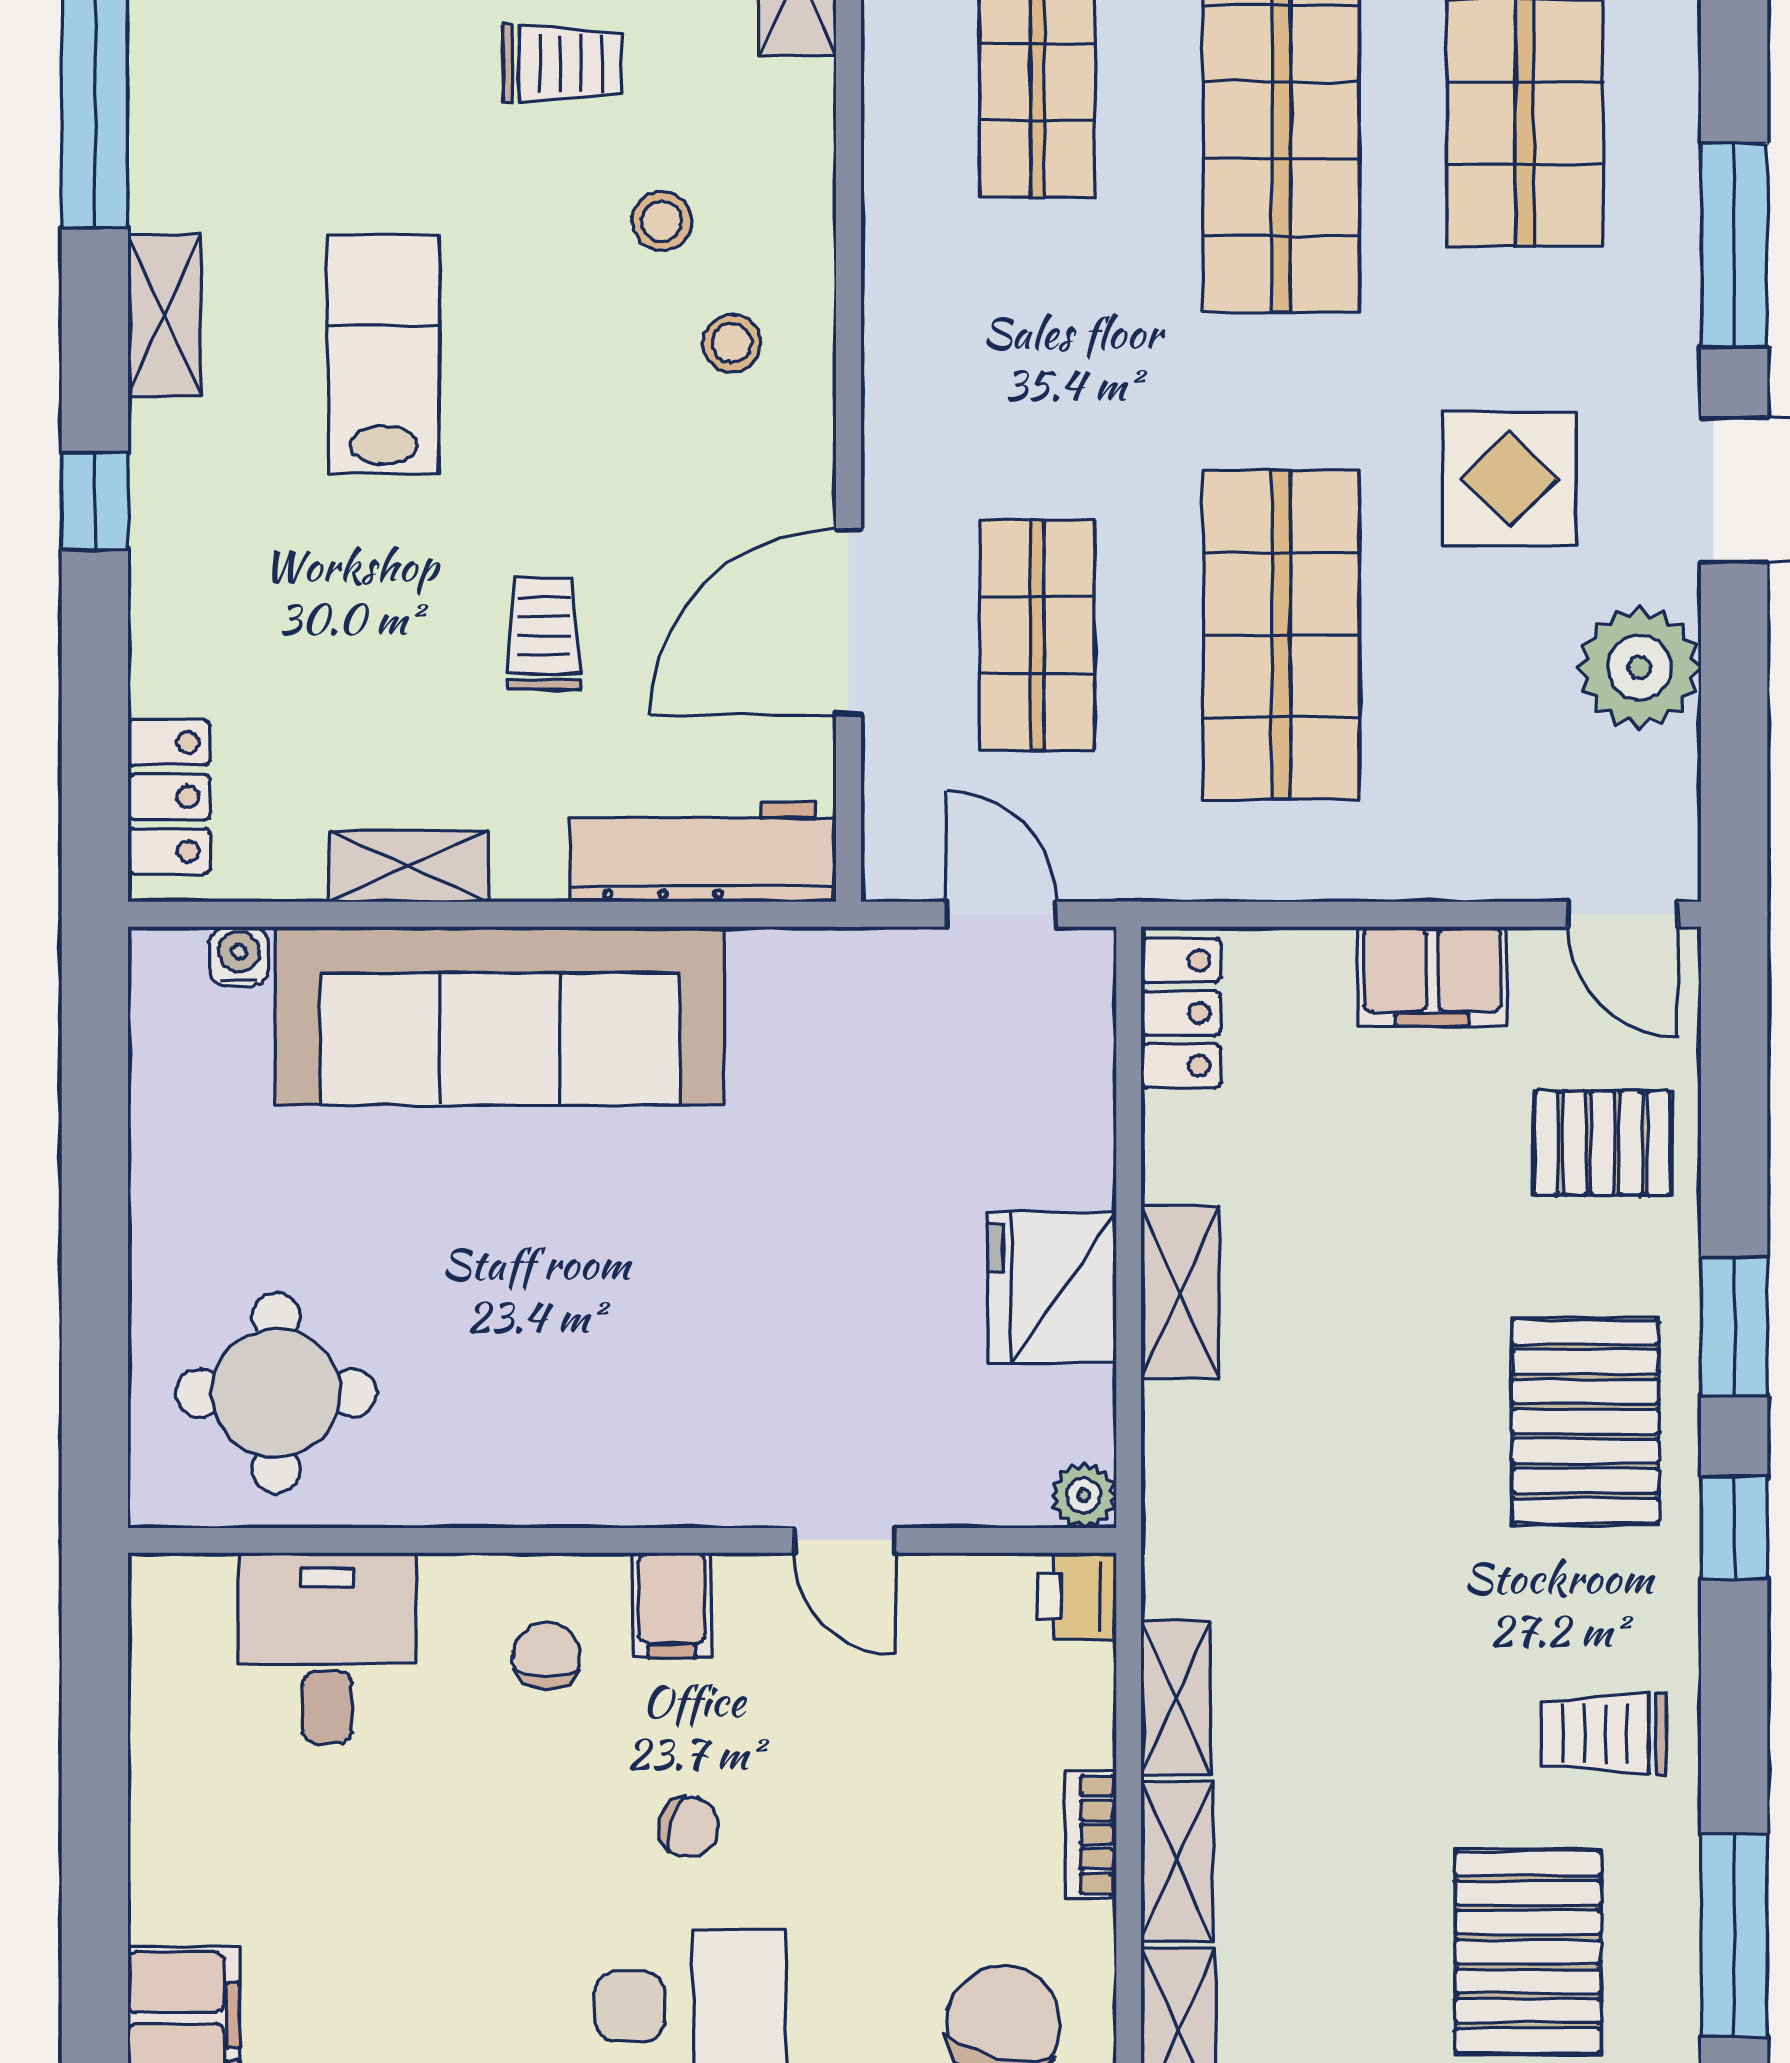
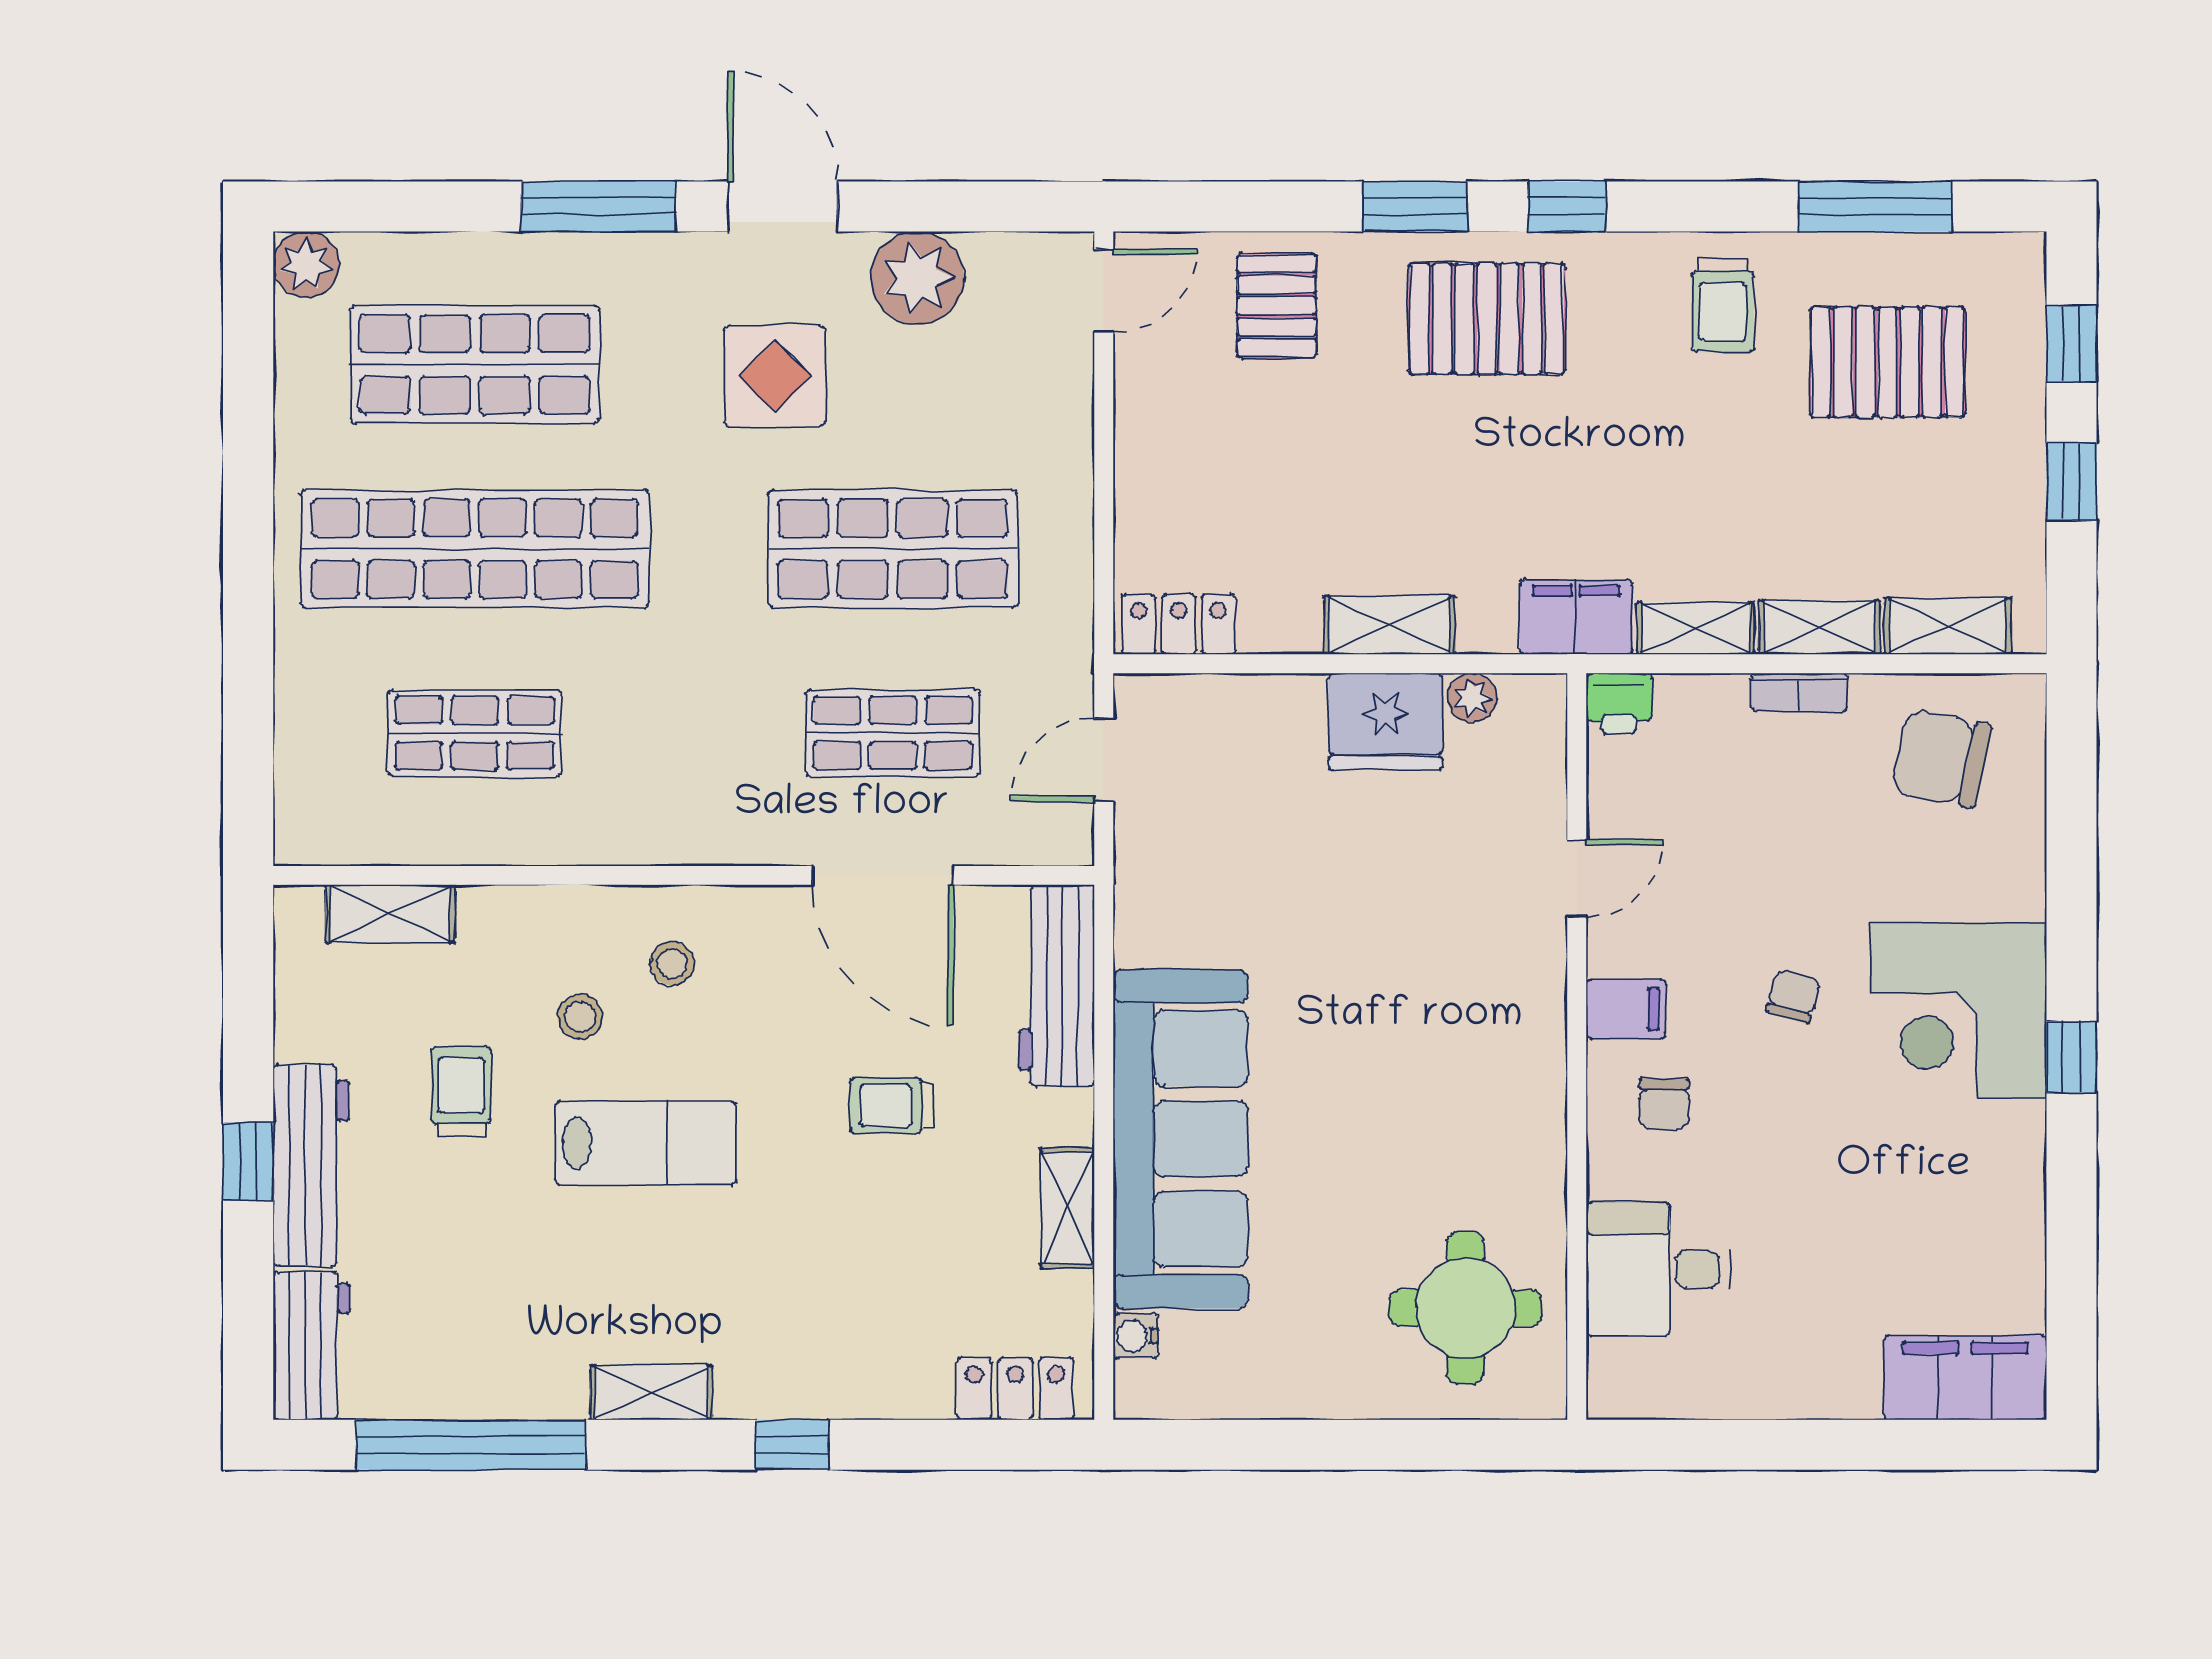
lab bench: (384, 354) -> (645, 1143), moved, turned 180
filing cabinet: (1432, 976) -> (1576, 617), moved, turned -90
plant: (1084, 1495) -> (1472, 698), moved
chair: (546, 1656) -> (1664, 1104), turned -90

